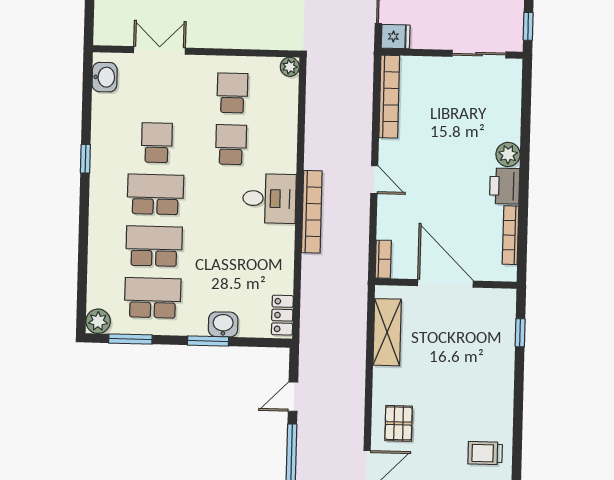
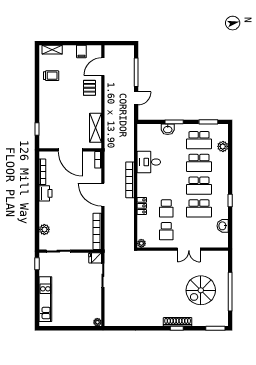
double door: (159, 50) -> (189, 249), moved
washbasin: (105, 77) -> (223, 226), moved
school desk: (157, 143) -> (199, 208), width x1.85
plant: (508, 154) -> (44, 229), moved
door: (374, 180) -> (103, 195), width x1.88
desk: (269, 199) -> (149, 162), moved
locker: (282, 315) -> (142, 206), moved
plant: (98, 321) -> (223, 146), moved

